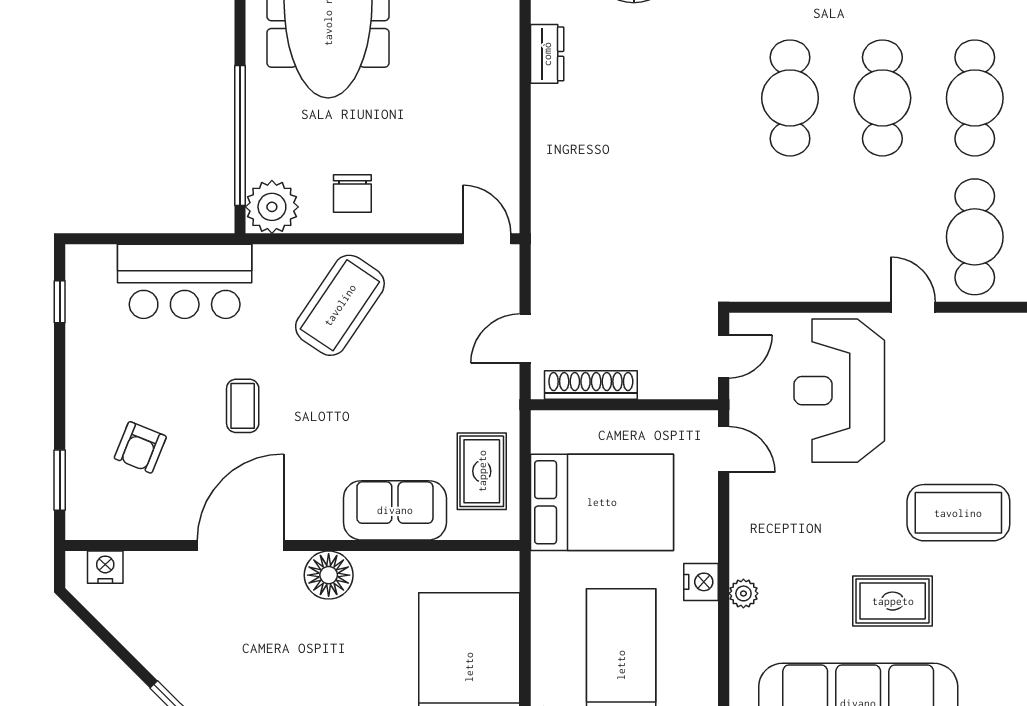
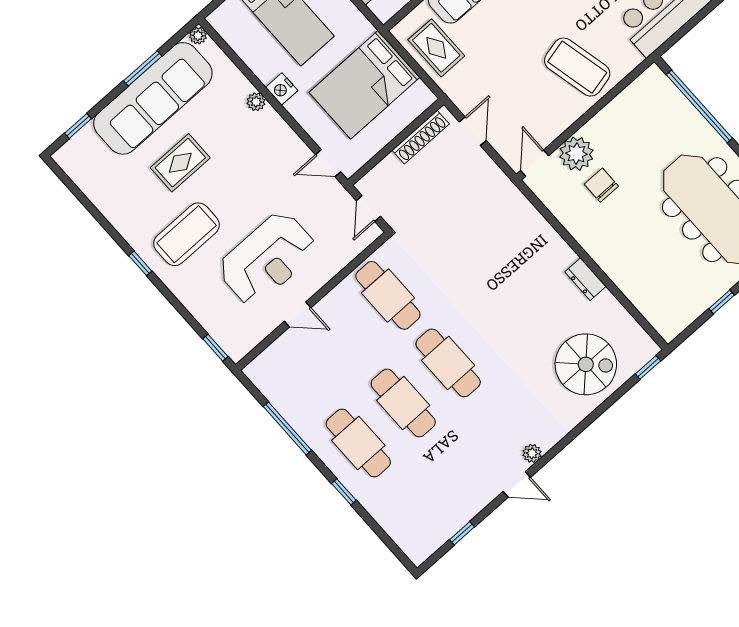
chair: (352, 194) -> (601, 185), moved
plant: (272, 207) -> (576, 154), moved
cafe table: (975, 237) -> (388, 295), moved
door: (487, 239) -> (535, 163), swing flipped
coffee table: (340, 305) -> (577, 67), turned -47
reception desk: (839, 391) -> (267, 259), moved, turned 90

